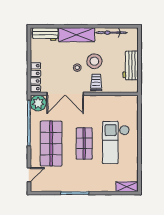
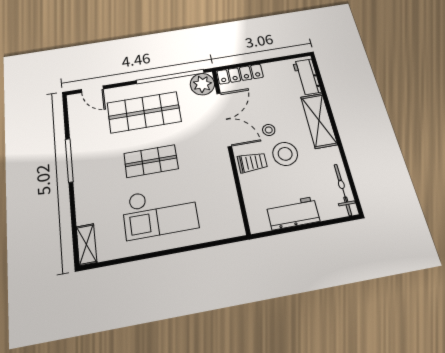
bicycle: (111, 33) -> (343, 190), moved
double door: (65, 94) -> (224, 119), swing flipped
checkout: (116, 142) -> (160, 212), turned 180

